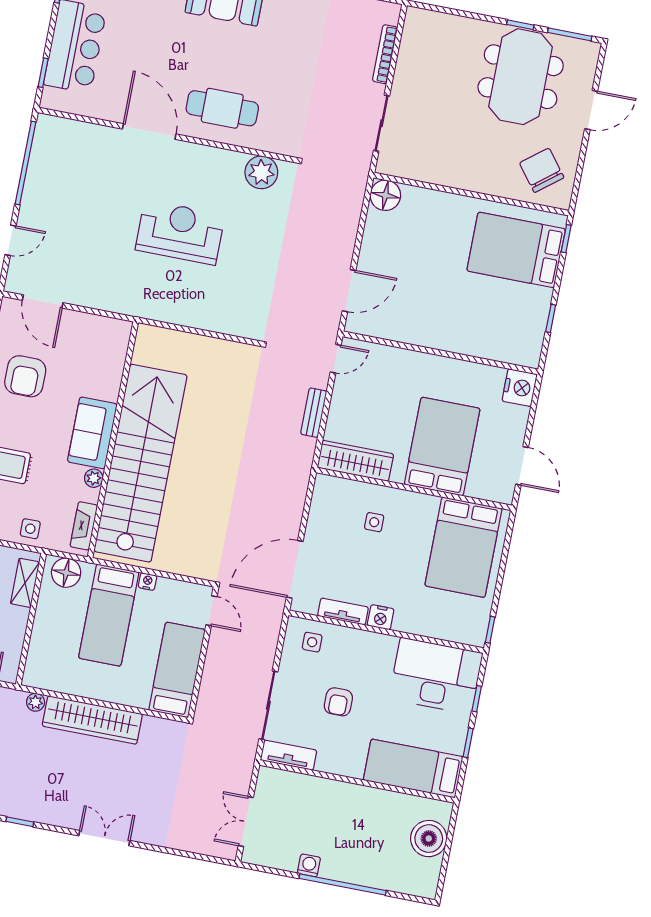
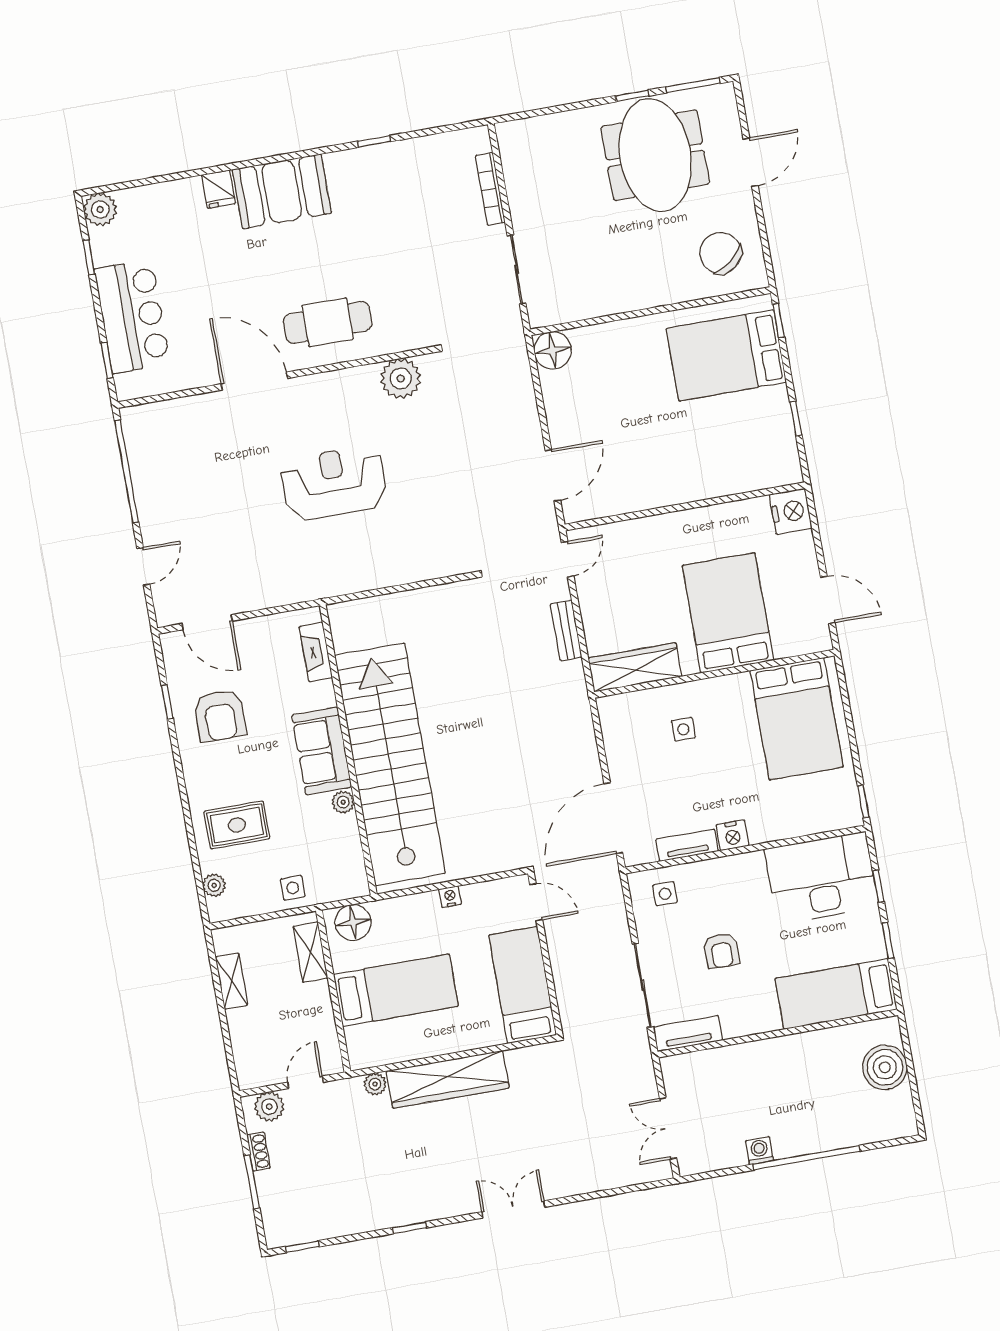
fireplace: (84, 526) -> (316, 652), moved
bed: (109, 615) -> (396, 990), moved, turned -90

